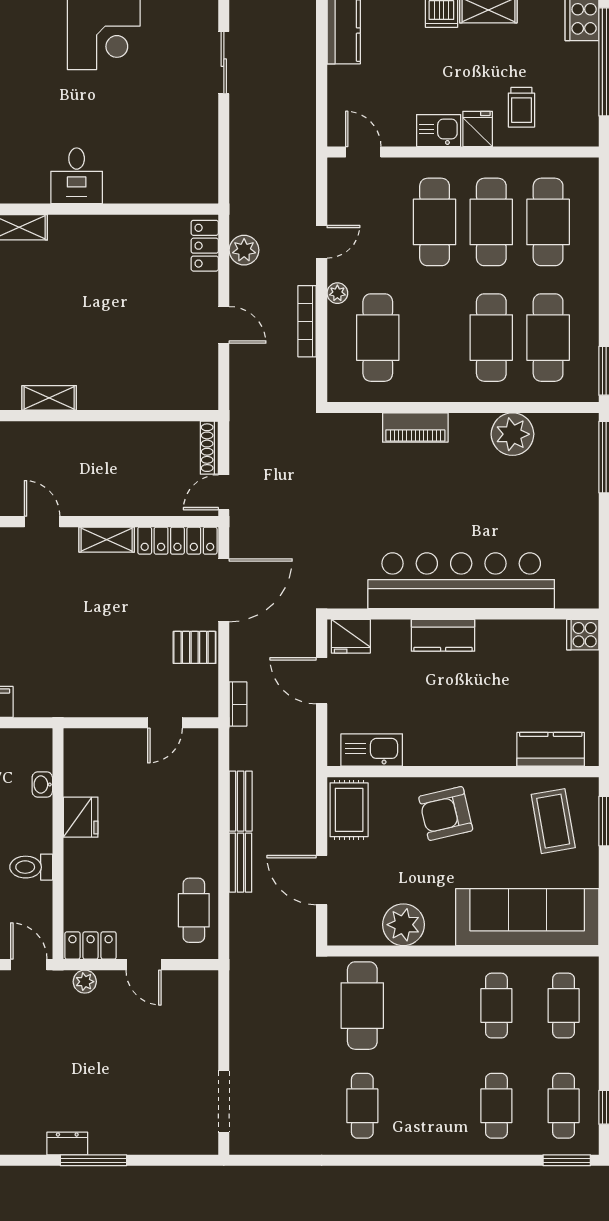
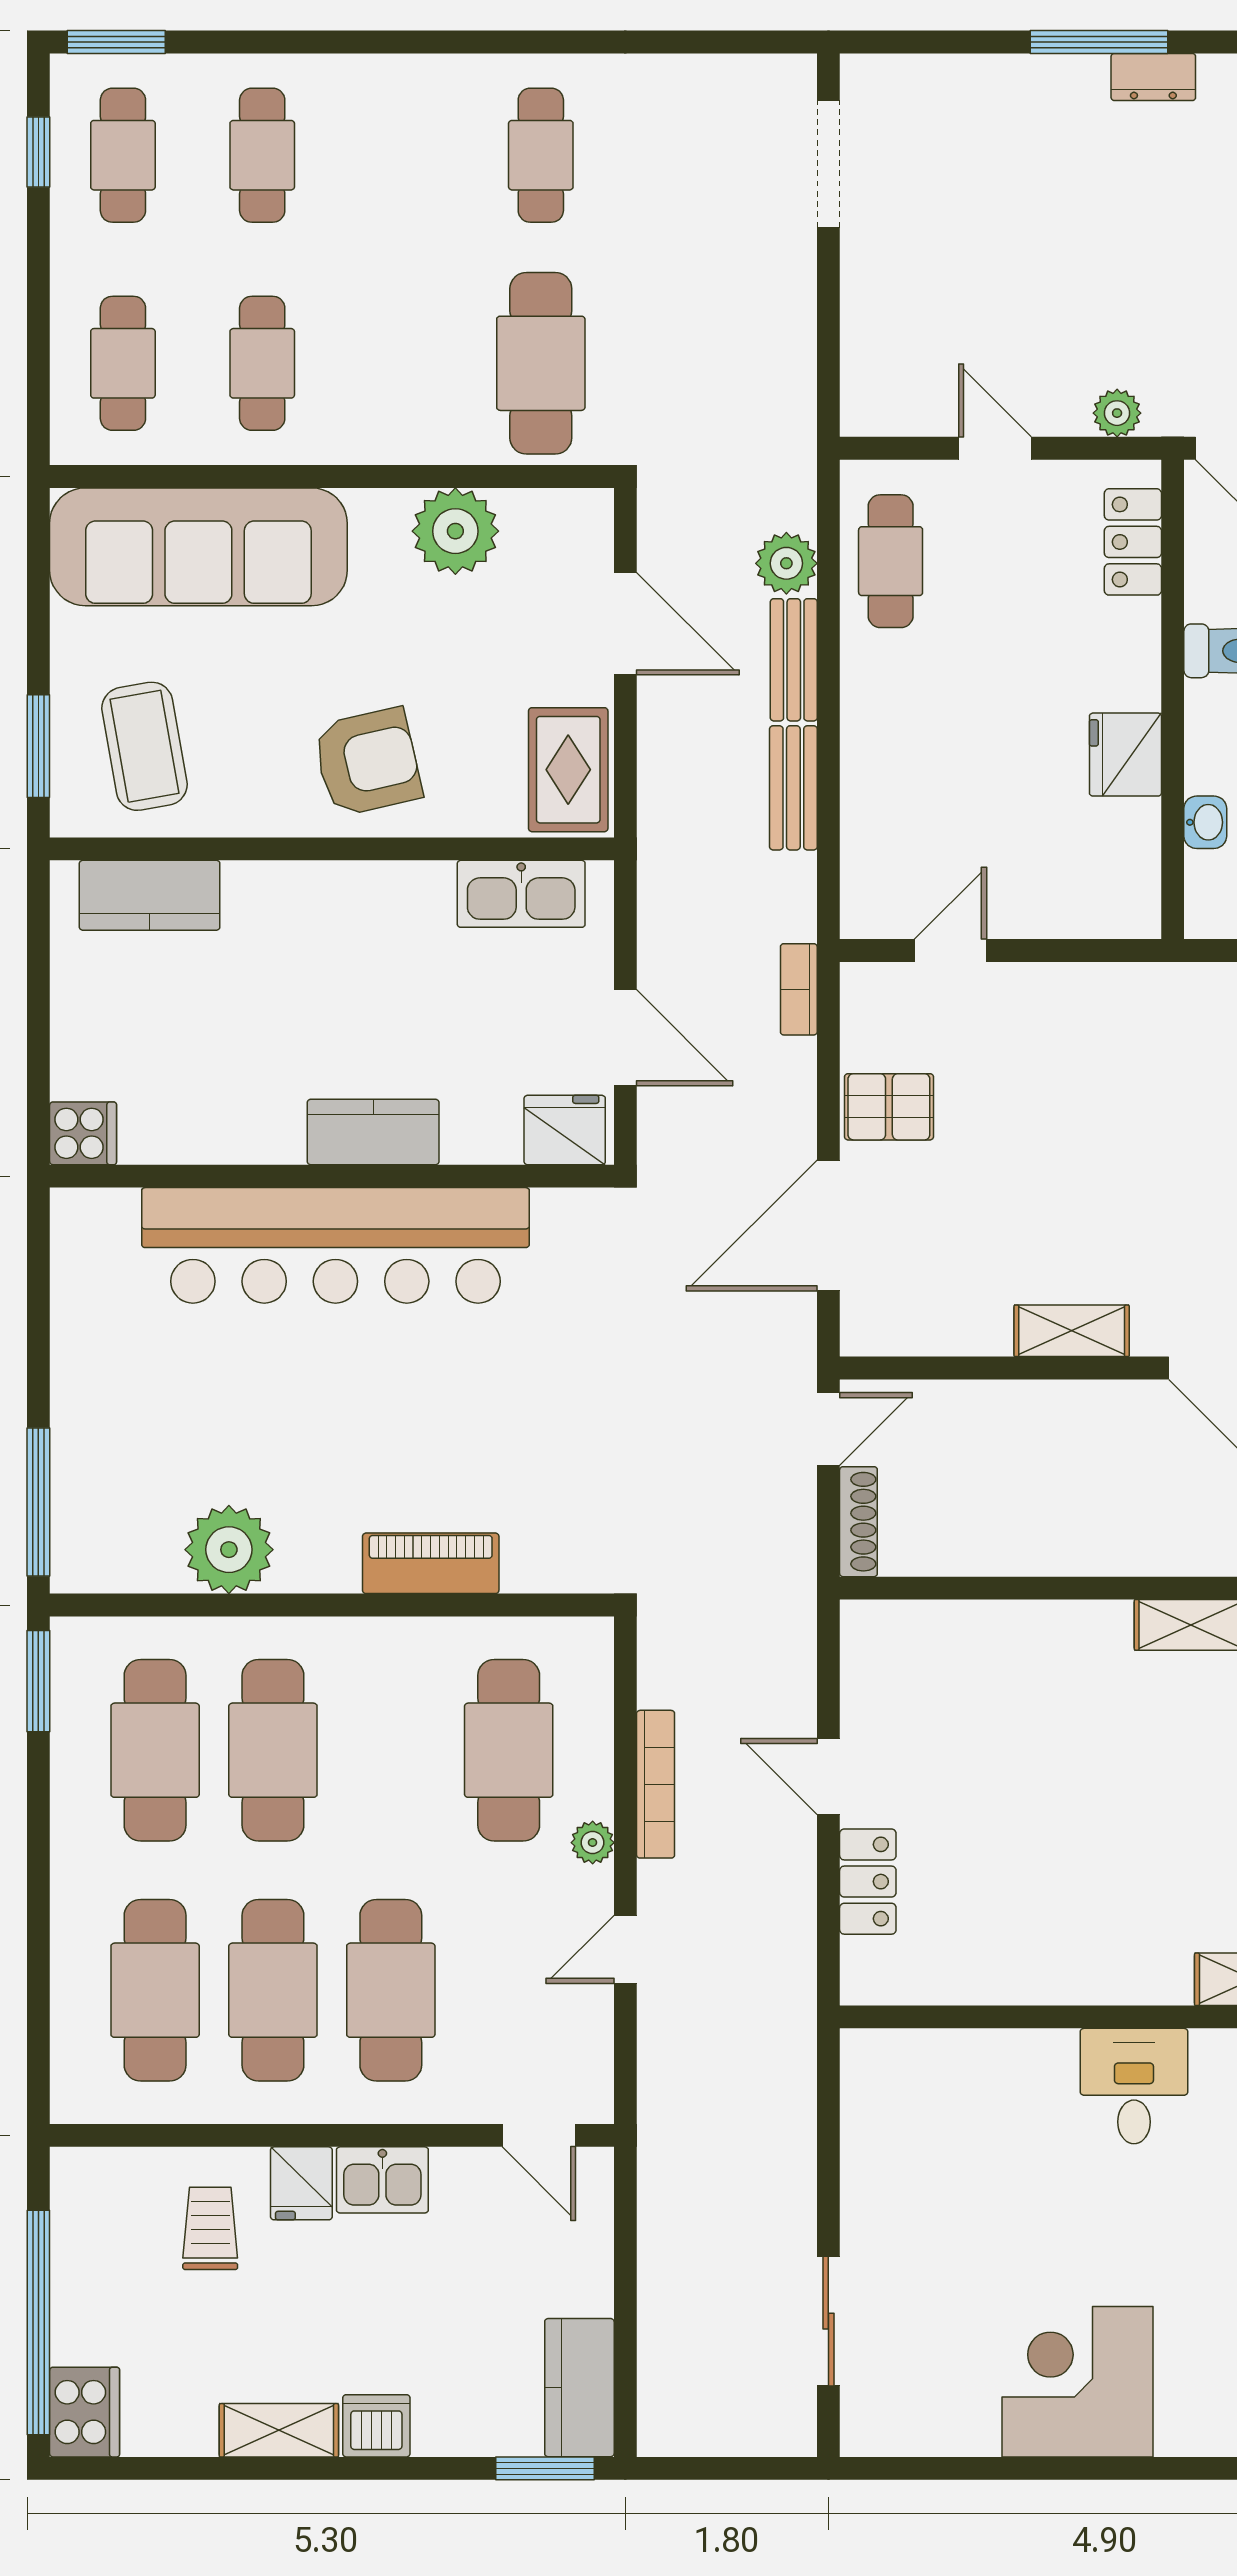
locker: (205, 246) -> (868, 1882), moved
plant: (244, 250) -> (786, 563), moved
locker: (177, 541) -> (925, 1329), removed
locker: (91, 945) -> (1133, 542), moved, turned 90

